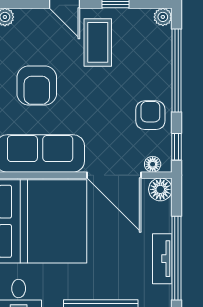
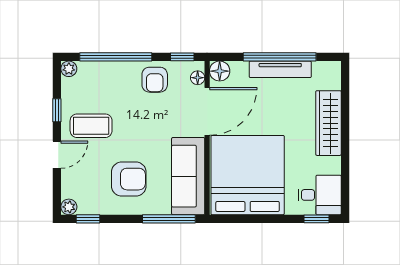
armchair: (150, 115) -> (155, 80), turned -90
tv unit: (162, 259) -> (280, 69), width x1.41

